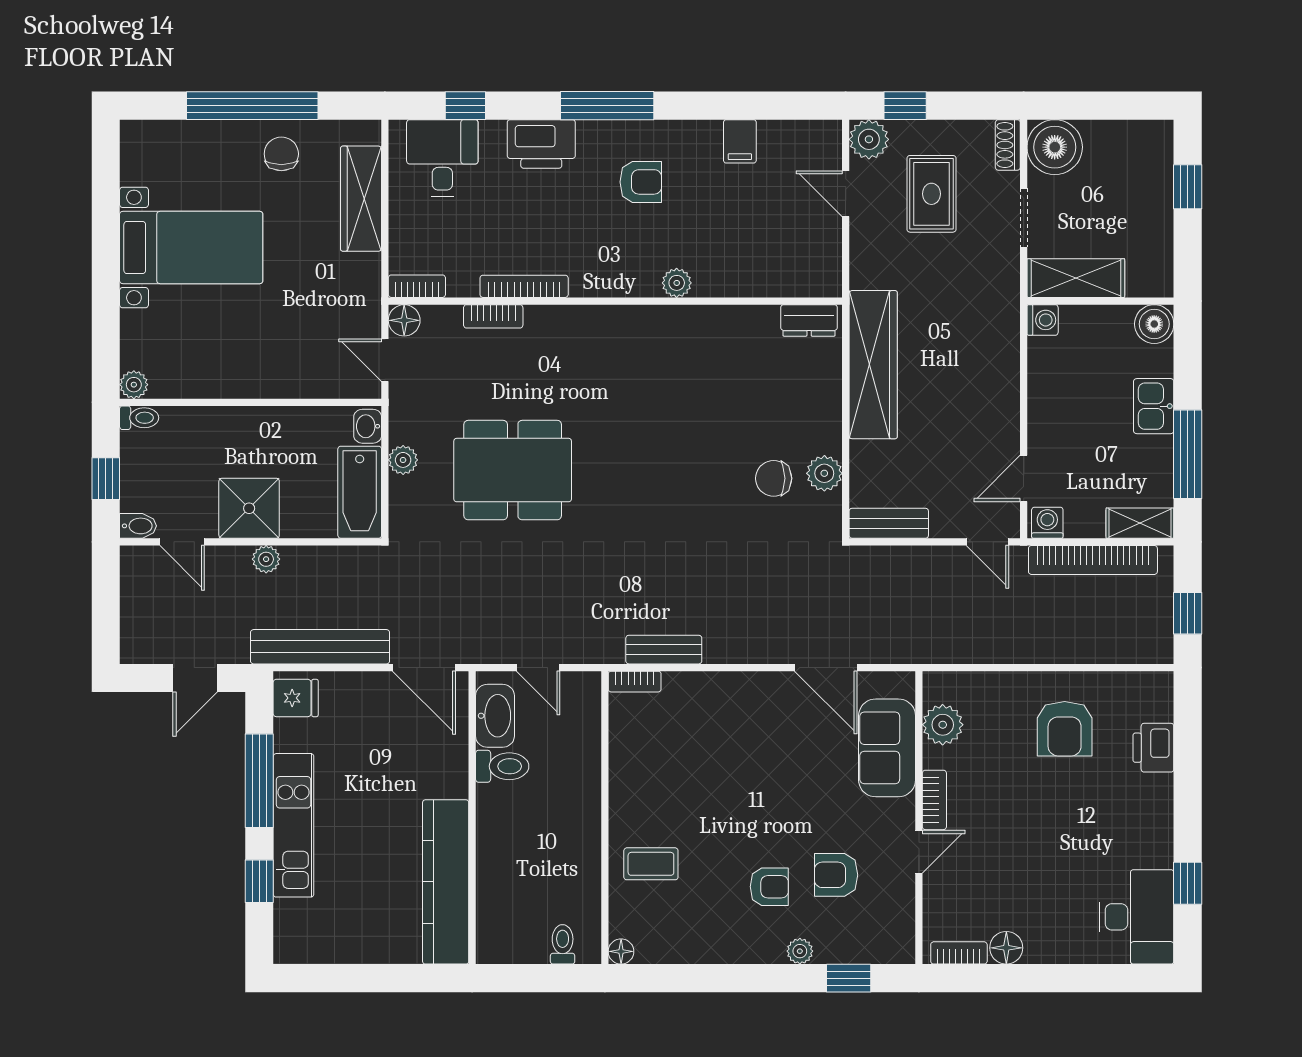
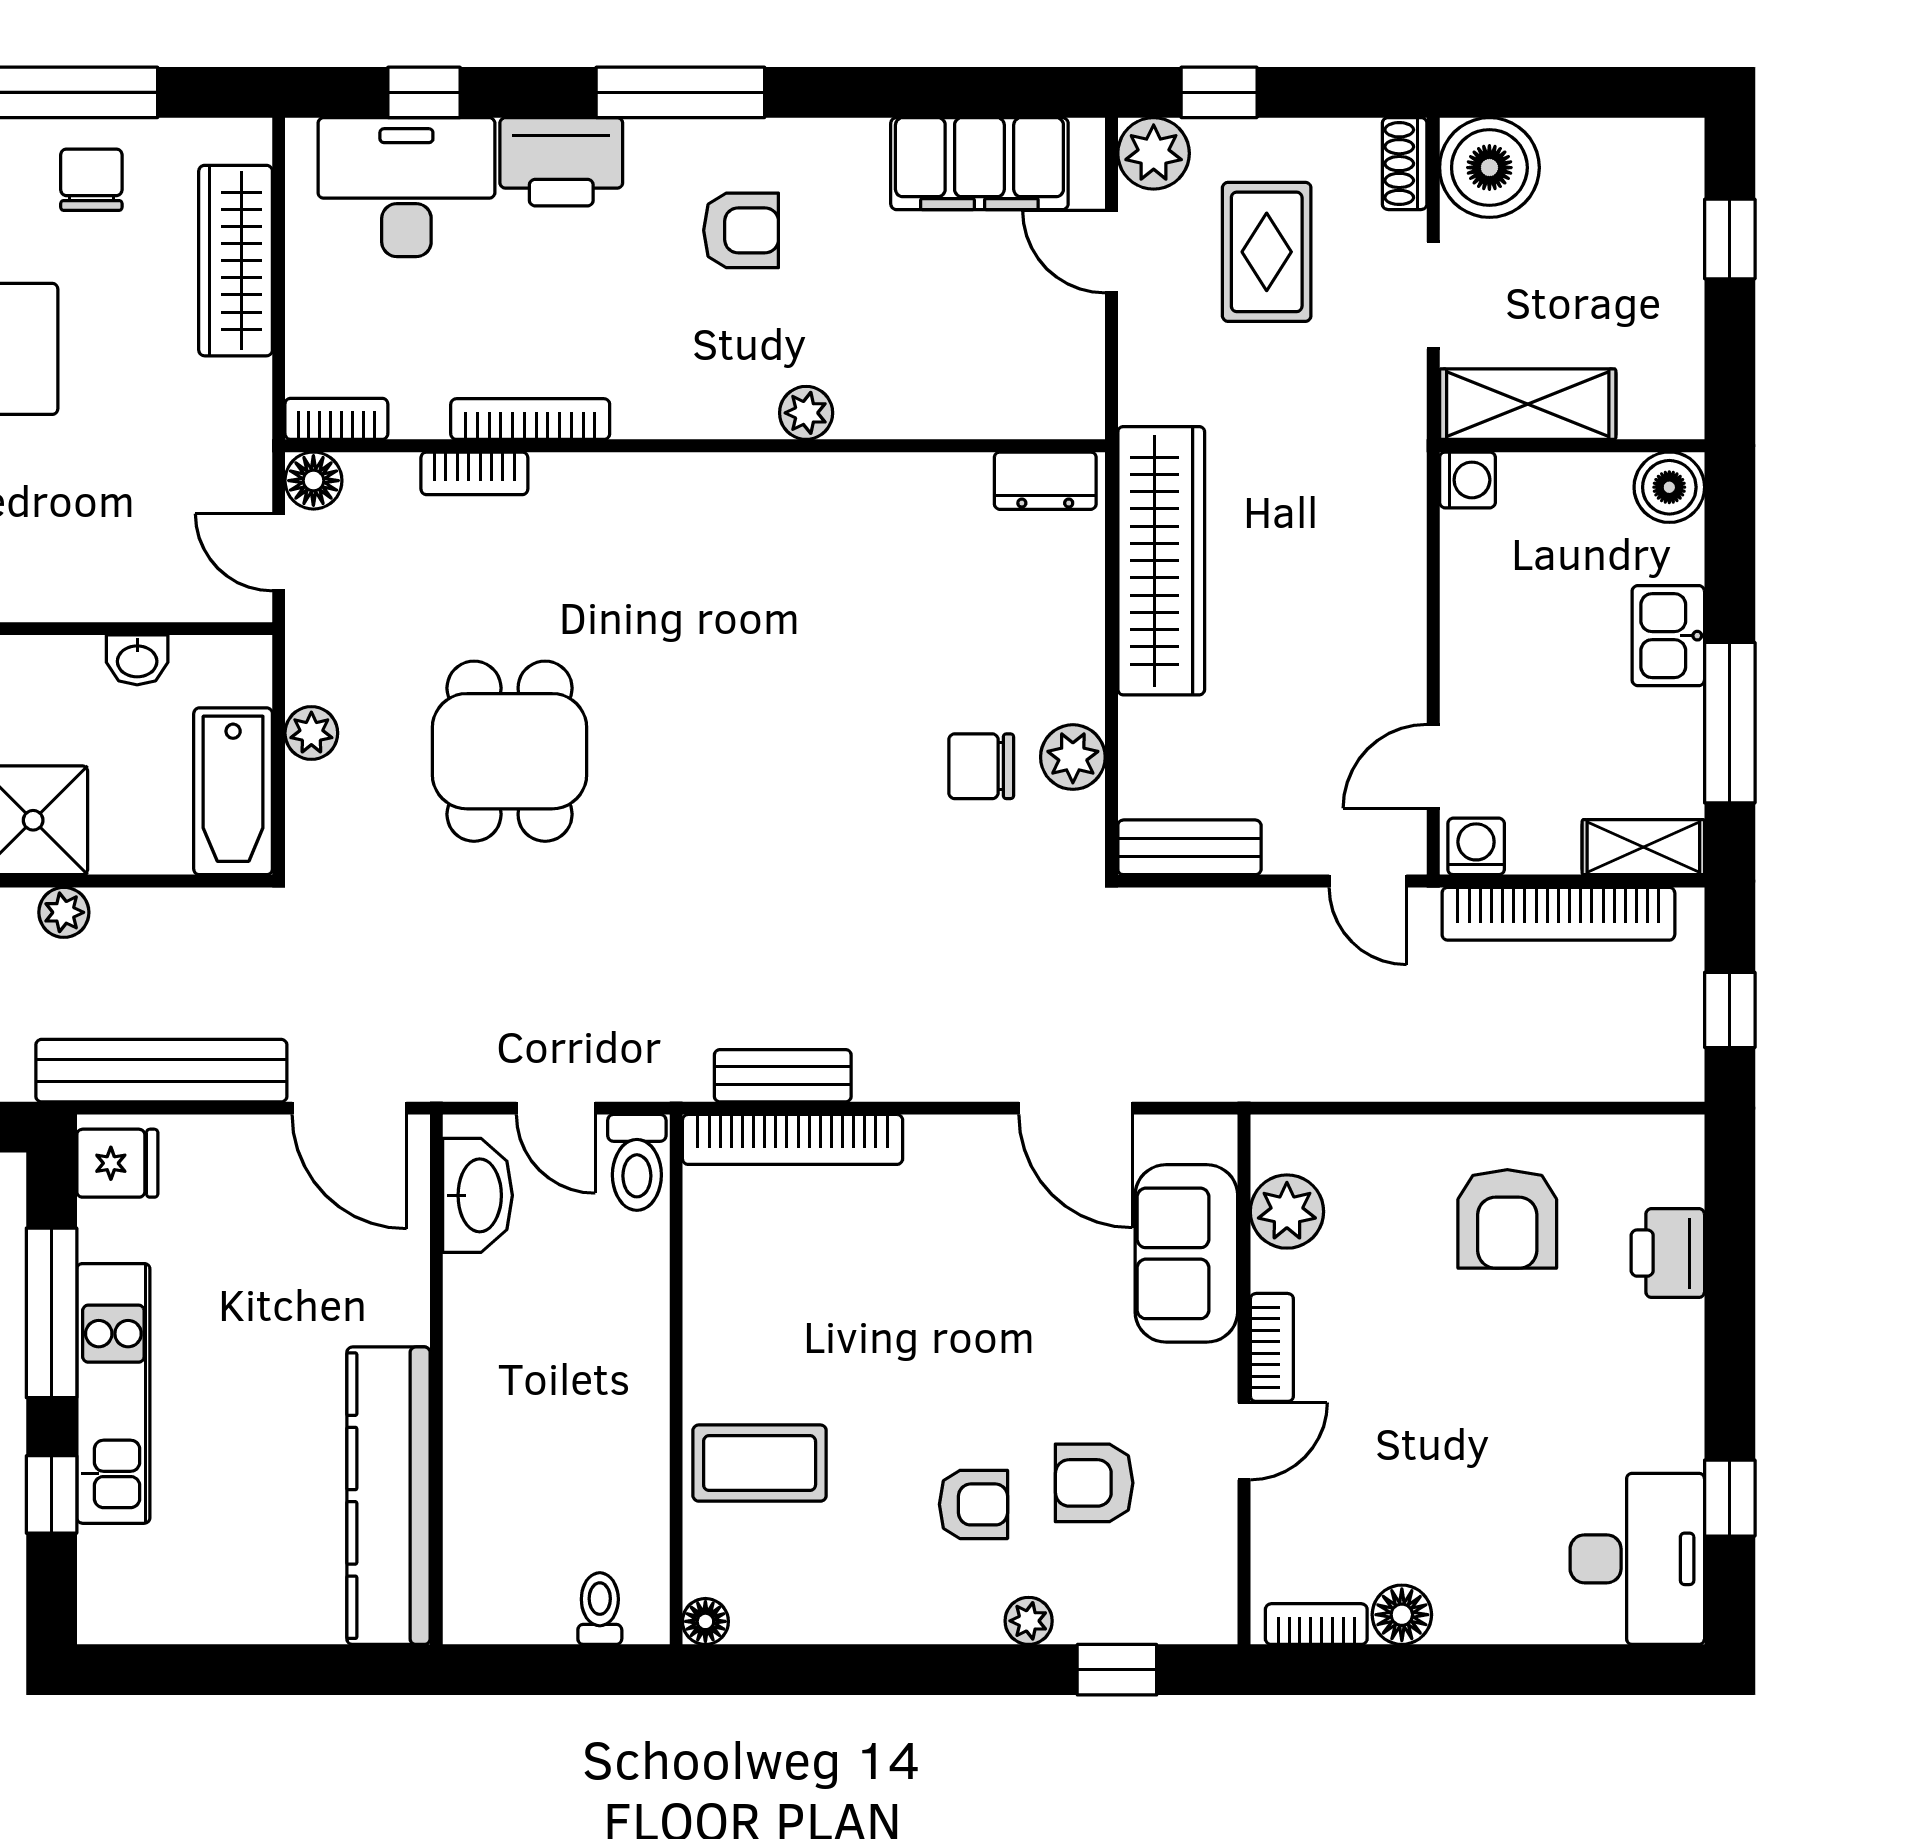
filing cabinet: (740, 141) -> (979, 164), width x3.00, depth x1.17
desk: (442, 158) -> (406, 187), width x1.37
washbasin: (368, 426) -> (137, 660), moved, turned -90
dining table: (513, 470) -> (510, 751), width x0.73
bookcase: (635, 682) -> (793, 1139), width x2.31, depth x1.31
toilet: (502, 766) -> (637, 1162), moved, turned 90
coffee table: (651, 864) -> (760, 1463), width x1.36, depth x1.30

